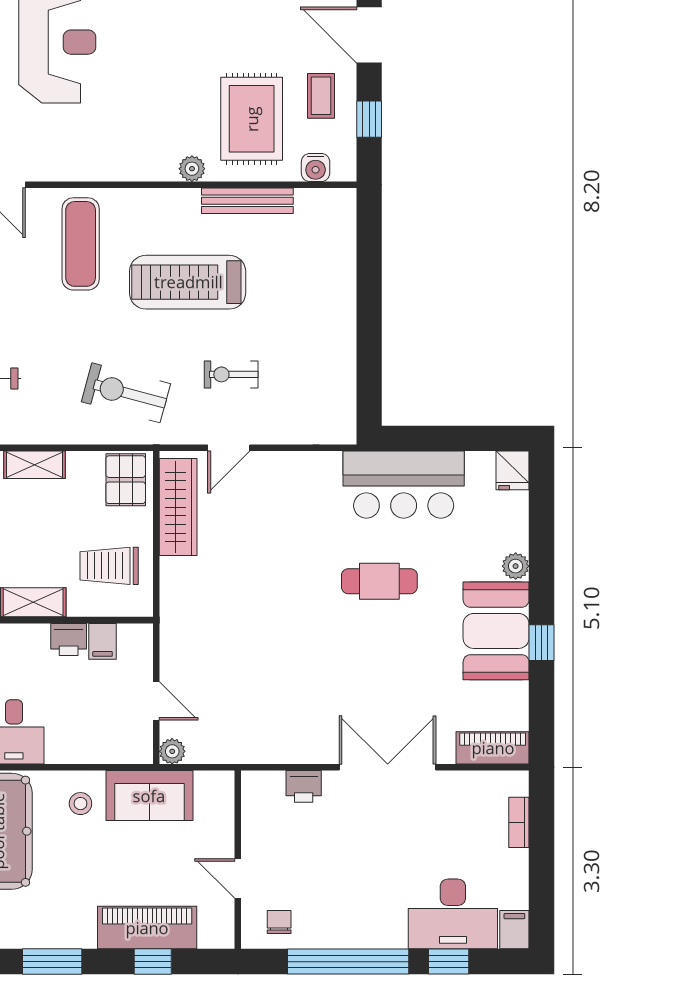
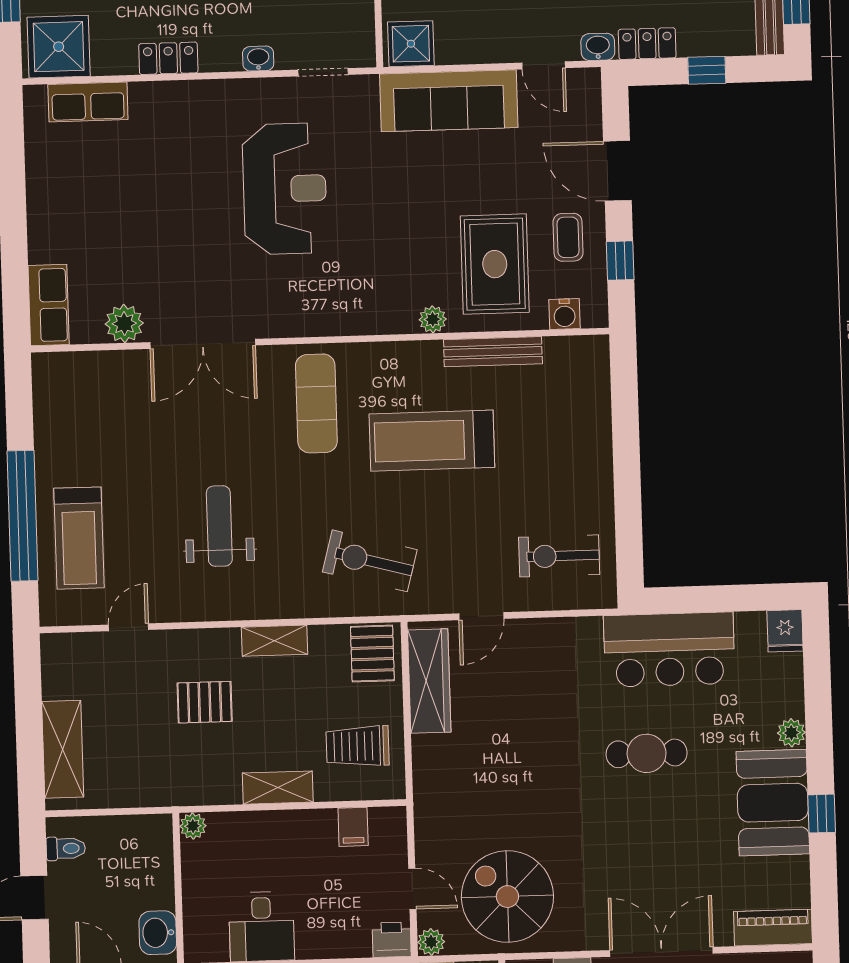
exercise bike: (231, 374) -> (559, 556), moved, width x1.38, depth x1.39
printer: (69, 639) -> (392, 940), moved, turned 180
spiral stairs: (245, 711) -> (507, 897), added

